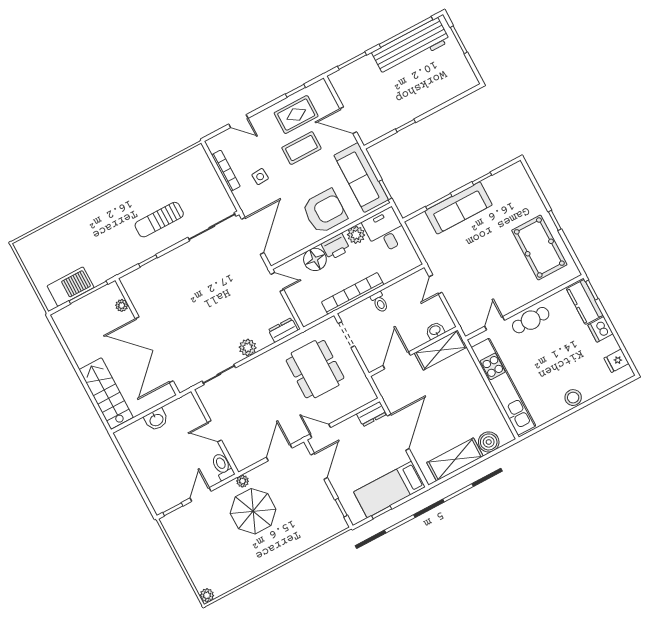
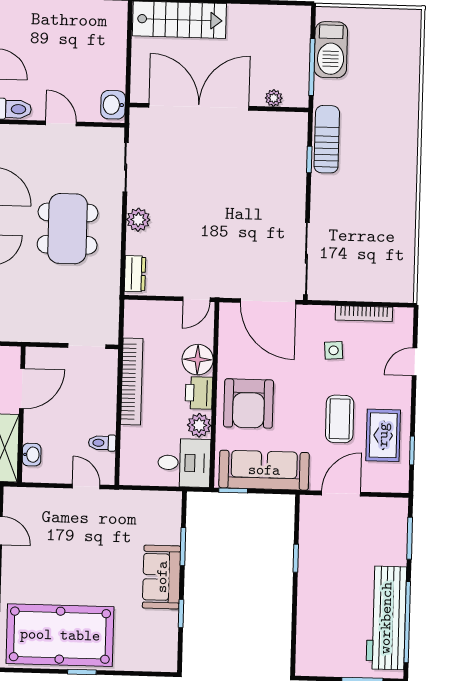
sofa: (459, 208) -> (162, 577), width x0.73
sun lounger: (159, 220) -> (327, 139), moved
pool table: (539, 248) -> (60, 635), width x1.36, depth x1.32
toilet: (379, 302) -> (102, 443), moved
door: (397, 360) -> (22, 389), hinge flipped
dining table: (315, 369) -> (68, 229), moved, turned 90
washbasin: (156, 420) -> (113, 105), moved
door: (214, 431) -> (61, 123), hinge flipped

